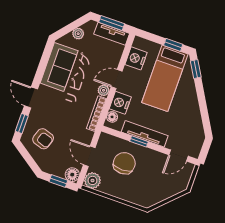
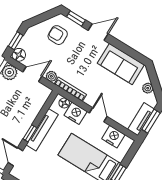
plant: (104, 90) -> (51, 76), moved
armchair: (43, 139) -> (58, 35), turned 72
window: (139, 141) -> (30, 133), moved
chair: (124, 163) -> (19, 105), removed

